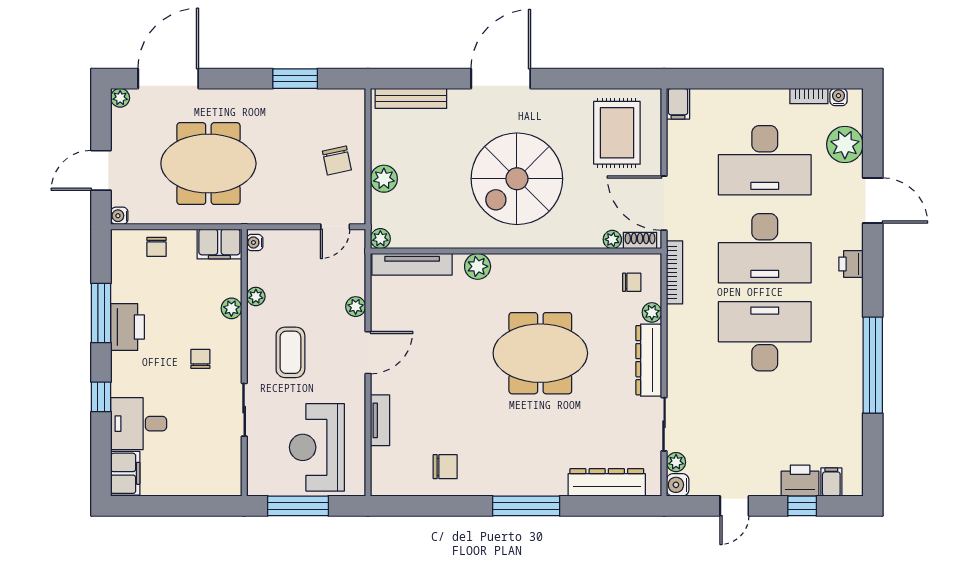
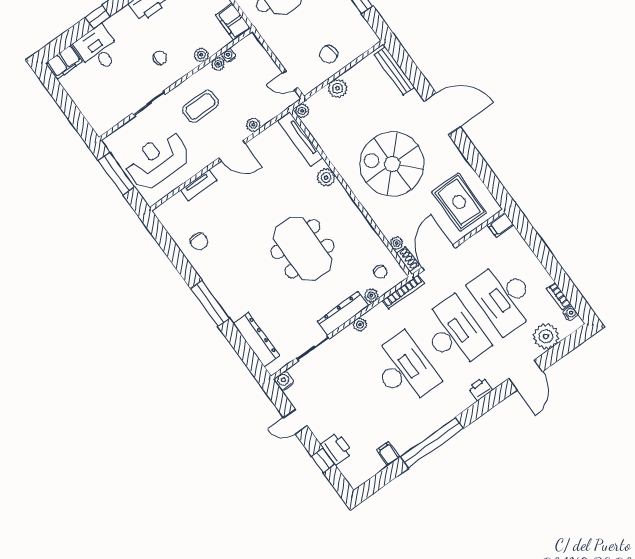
rug: (617, 133) -> (459, 202), turned 90
water cooler: (255, 242) -> (229, 55), moved
desk: (765, 248) -> (454, 333), turned 180
plant: (676, 462) -> (360, 325), moved
filing cabinet: (831, 482) -> (388, 454), moved, turned -90

